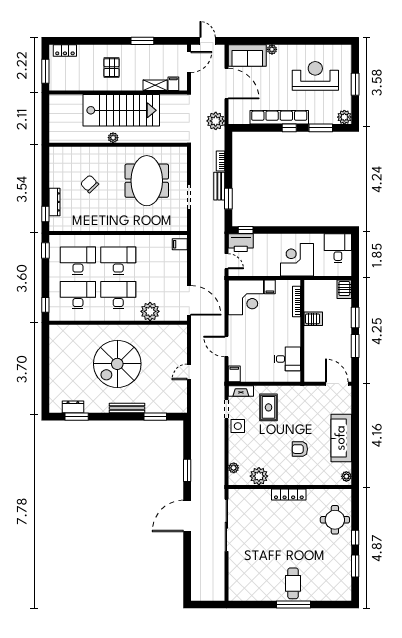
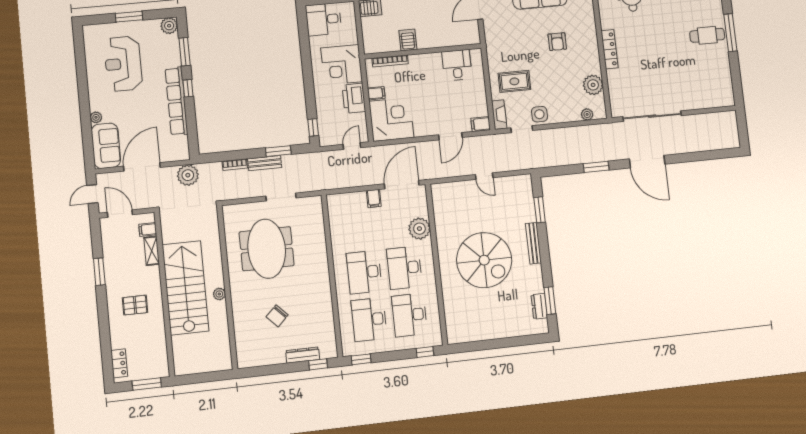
meeting table: (147, 181) -> (267, 249), turned 90
printer: (241, 243) -> (354, 98), moved, turned 180
filing cabinet: (180, 244) -> (374, 198), moved

